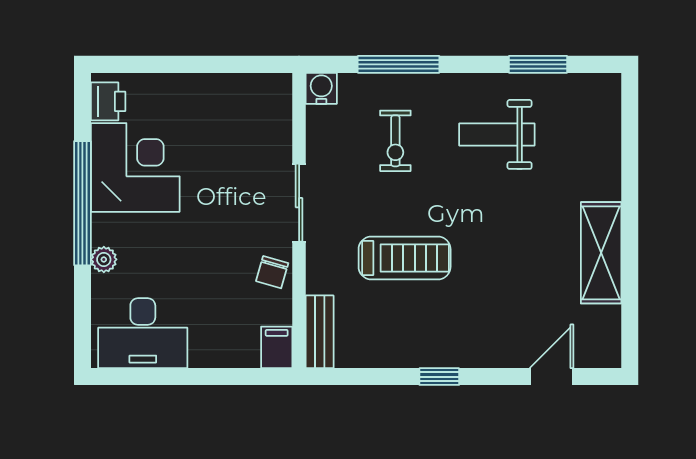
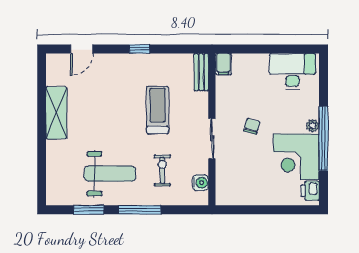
window: (399, 64) -> (139, 210), moved
water cooler: (321, 88) -> (200, 183), moved, turned -90
weight bench: (497, 134) -> (110, 174), width x1.36, depth x1.33
treadmill: (405, 258) -> (158, 110), turned 90
plant: (104, 259) -> (312, 126), moved
chair: (272, 272) -> (252, 126), moved

